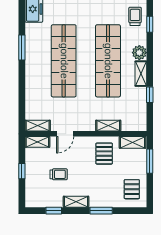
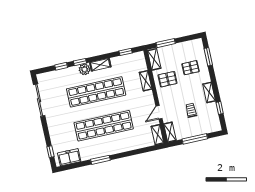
trolley: (135, 16) -> (58, 79), removed
window: (150, 49) -> (80, 62), added
window: (150, 95) -> (126, 52), moved
door: (65, 134) -> (159, 112), swing flipped
window: (22, 171) -> (195, 139), width x2.17
pallet: (132, 189) -> (191, 68), moved
window: (101, 211) -> (208, 57), moved

